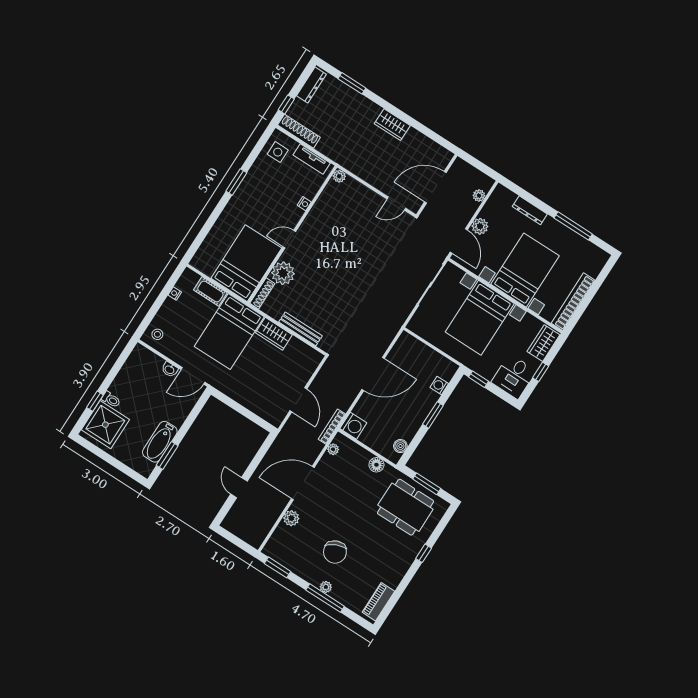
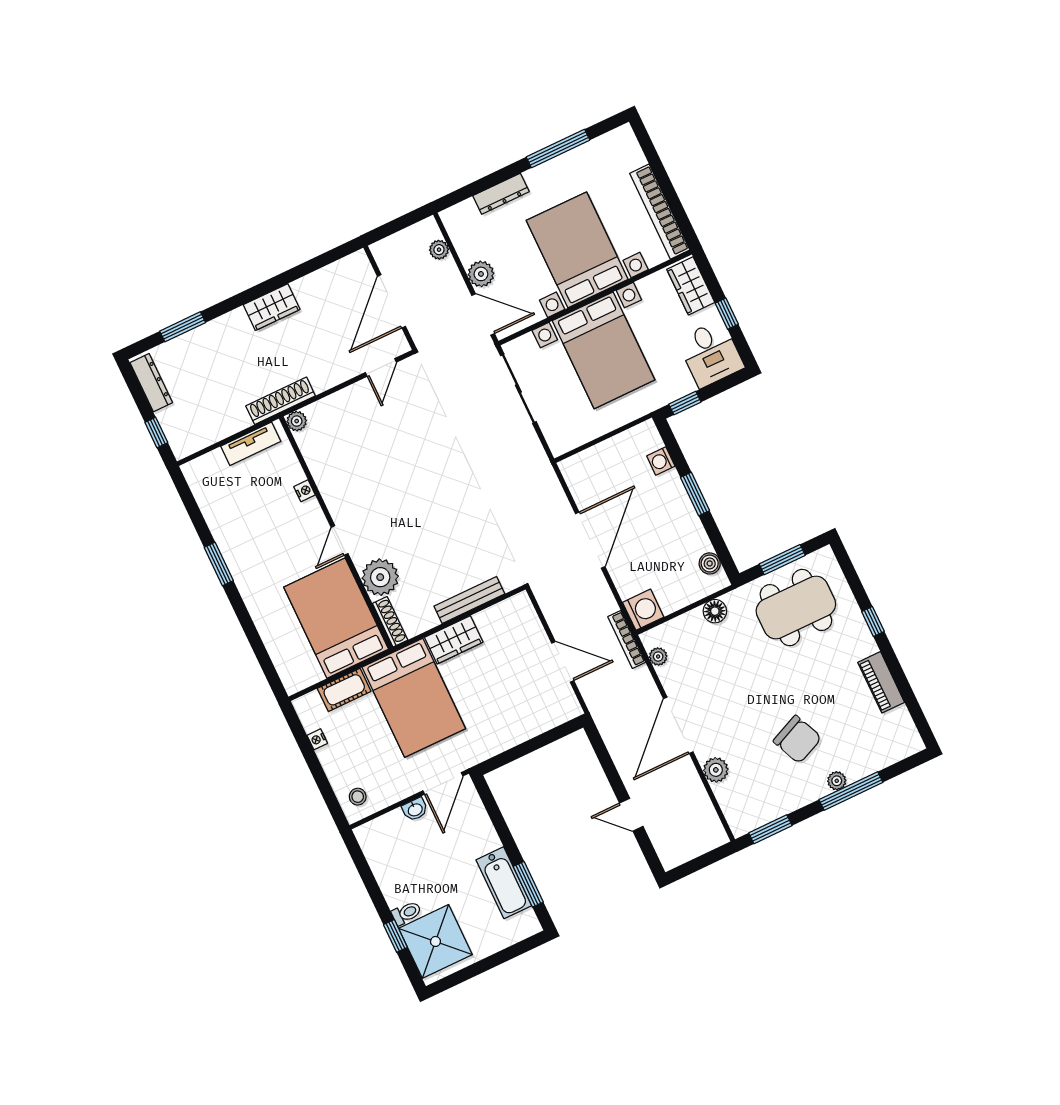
shoe rack: (299, 131) -> (281, 401), moved
side table: (278, 152) -> (213, 483), removed
piano: (378, 602) -> (881, 682), moved

